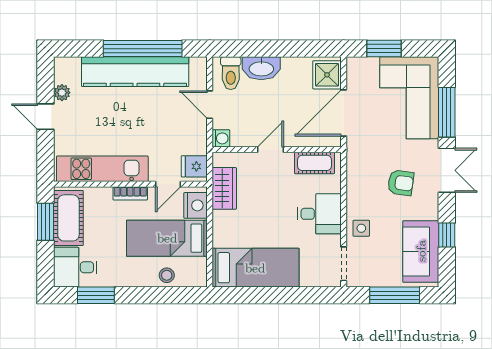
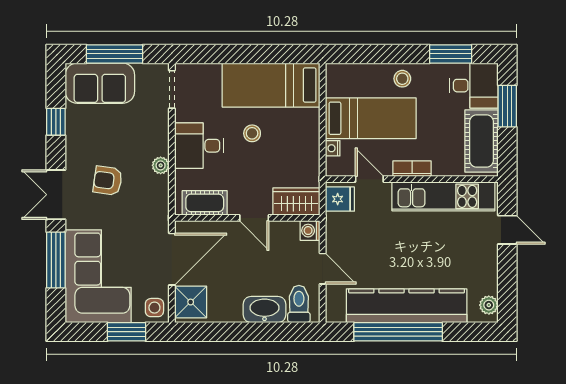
plant: (62, 93) -> (489, 305), moved
door: (46, 117) -> (507, 230), moved
door: (271, 150) -> (254, 218), hinge flipped
door: (168, 184) -> (369, 179), hinge flipped
wardrobe: (224, 188) -> (296, 202), moved, turned 90
plant: (354, 196) -> (161, 165), added
nightstand: (196, 205) -> (333, 148), width x0.53, depth x0.56
window: (46, 222) -> (507, 106), moved
stool: (272, 225) -> (252, 133), added
side table: (361, 228) -> (154, 308), moved
sofa: (421, 251) -> (100, 83), moved, turned 90
stool: (167, 275) -> (402, 79), moved

